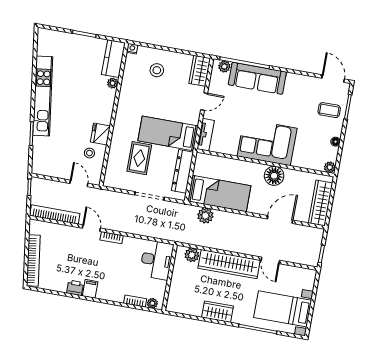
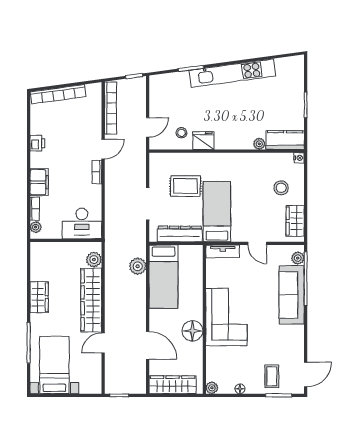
wardrobe: (200, 71) -> (295, 221), moved, turned -90
filing cabinet: (90, 289) -> (39, 182), moved, width x2.00

